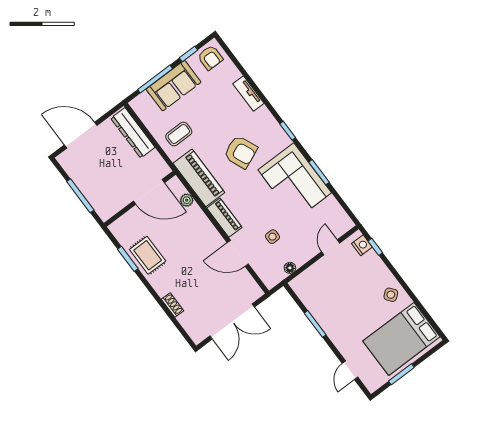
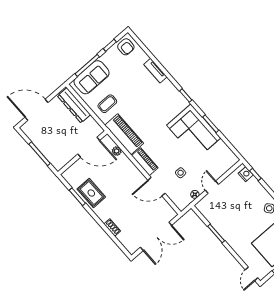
sofa: (174, 86) -> (92, 77), moved
armchair: (241, 152) -> (153, 113), removed
door: (331, 247) -> (212, 187), moved
door: (350, 370) -> (251, 274), moved

